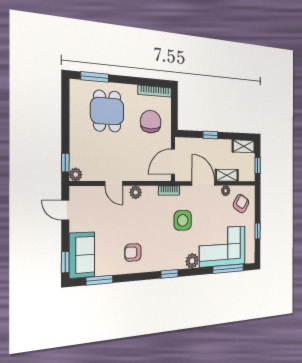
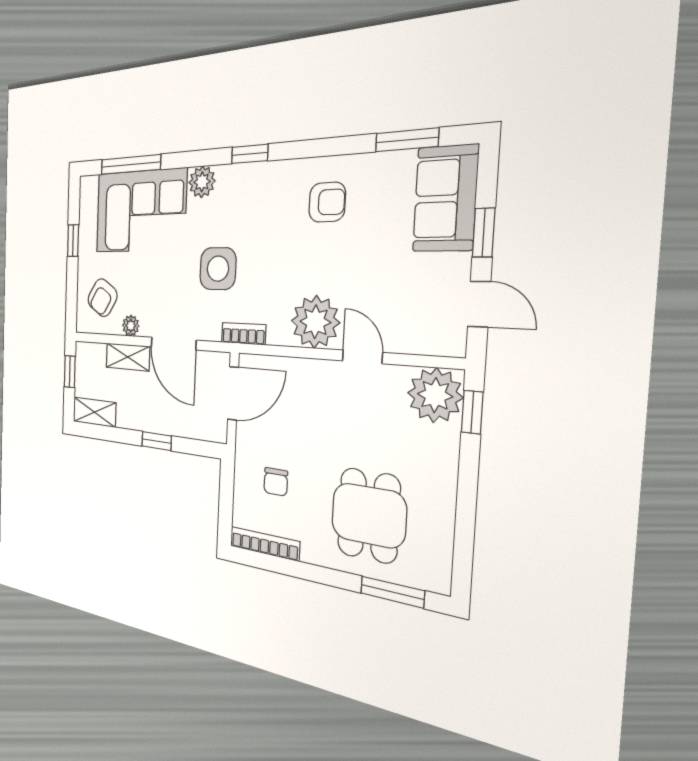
chair: (151, 122) -> (276, 482), width x0.54, depth x0.54
plant: (76, 175) -> (435, 395), width x1.87, depth x1.87
plant: (136, 192) -> (315, 322), width x1.88, depth x1.88
window: (65, 262) -> (484, 233), moved

